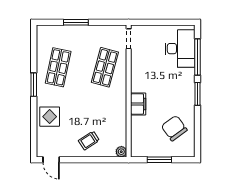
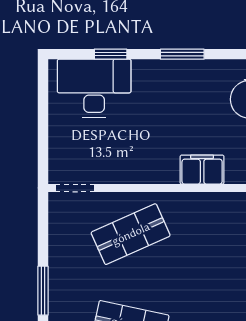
window: (197, 57) -> (111, 54), width x0.46
shop shelf: (105, 67) -> (131, 234), turned -39

